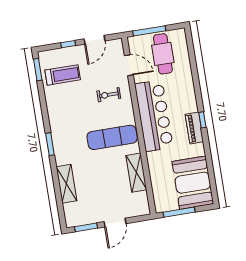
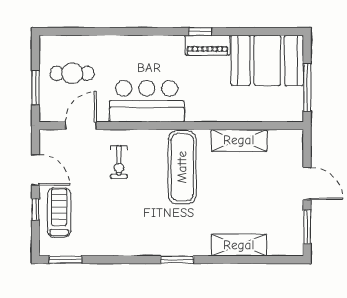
window: (149, 31) -> (35, 88), width x0.69
cafe table: (163, 54) -> (72, 73), width x0.73, depth x0.74
treadmill: (63, 75) -> (59, 213), moved
bar counter: (154, 116) -> (147, 101), width x0.73
window: (202, 120) -> (200, 31), moved
piano: (194, 128) -> (207, 45), moved

